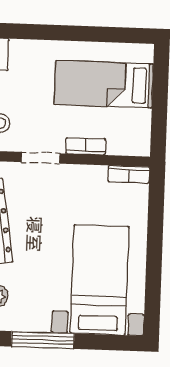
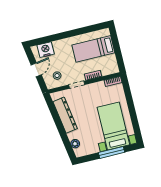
window: (43, 340) -> (111, 152), moved

